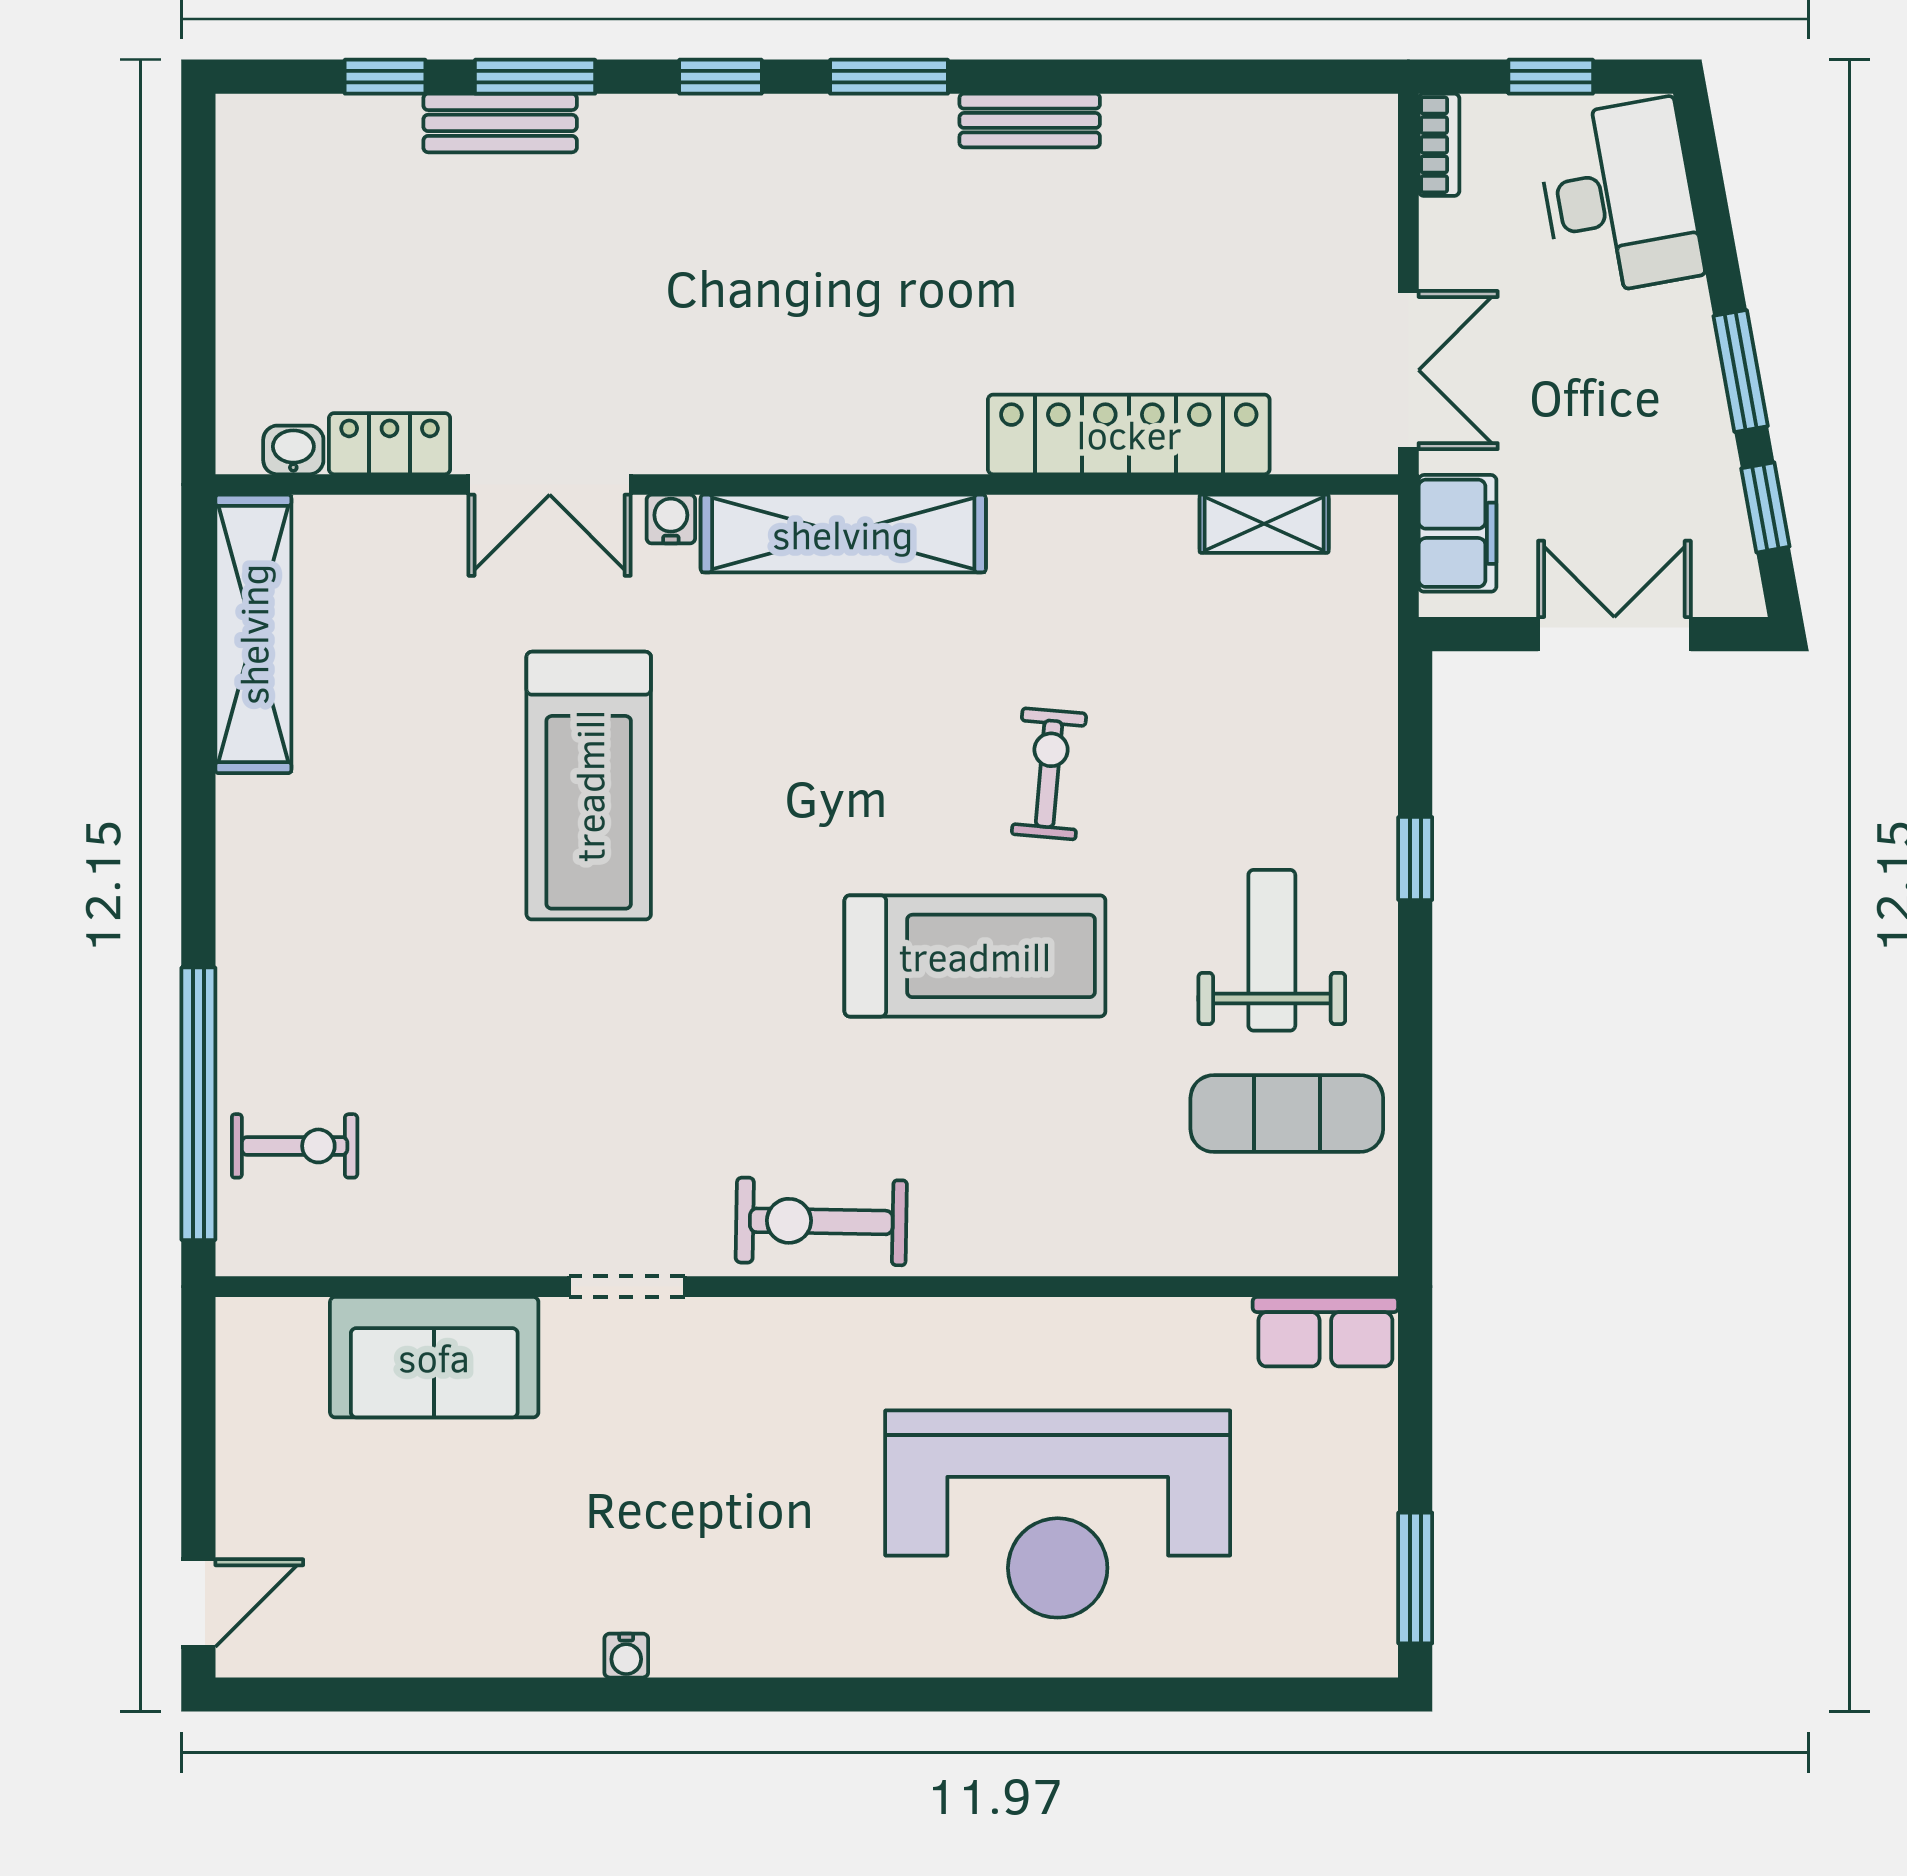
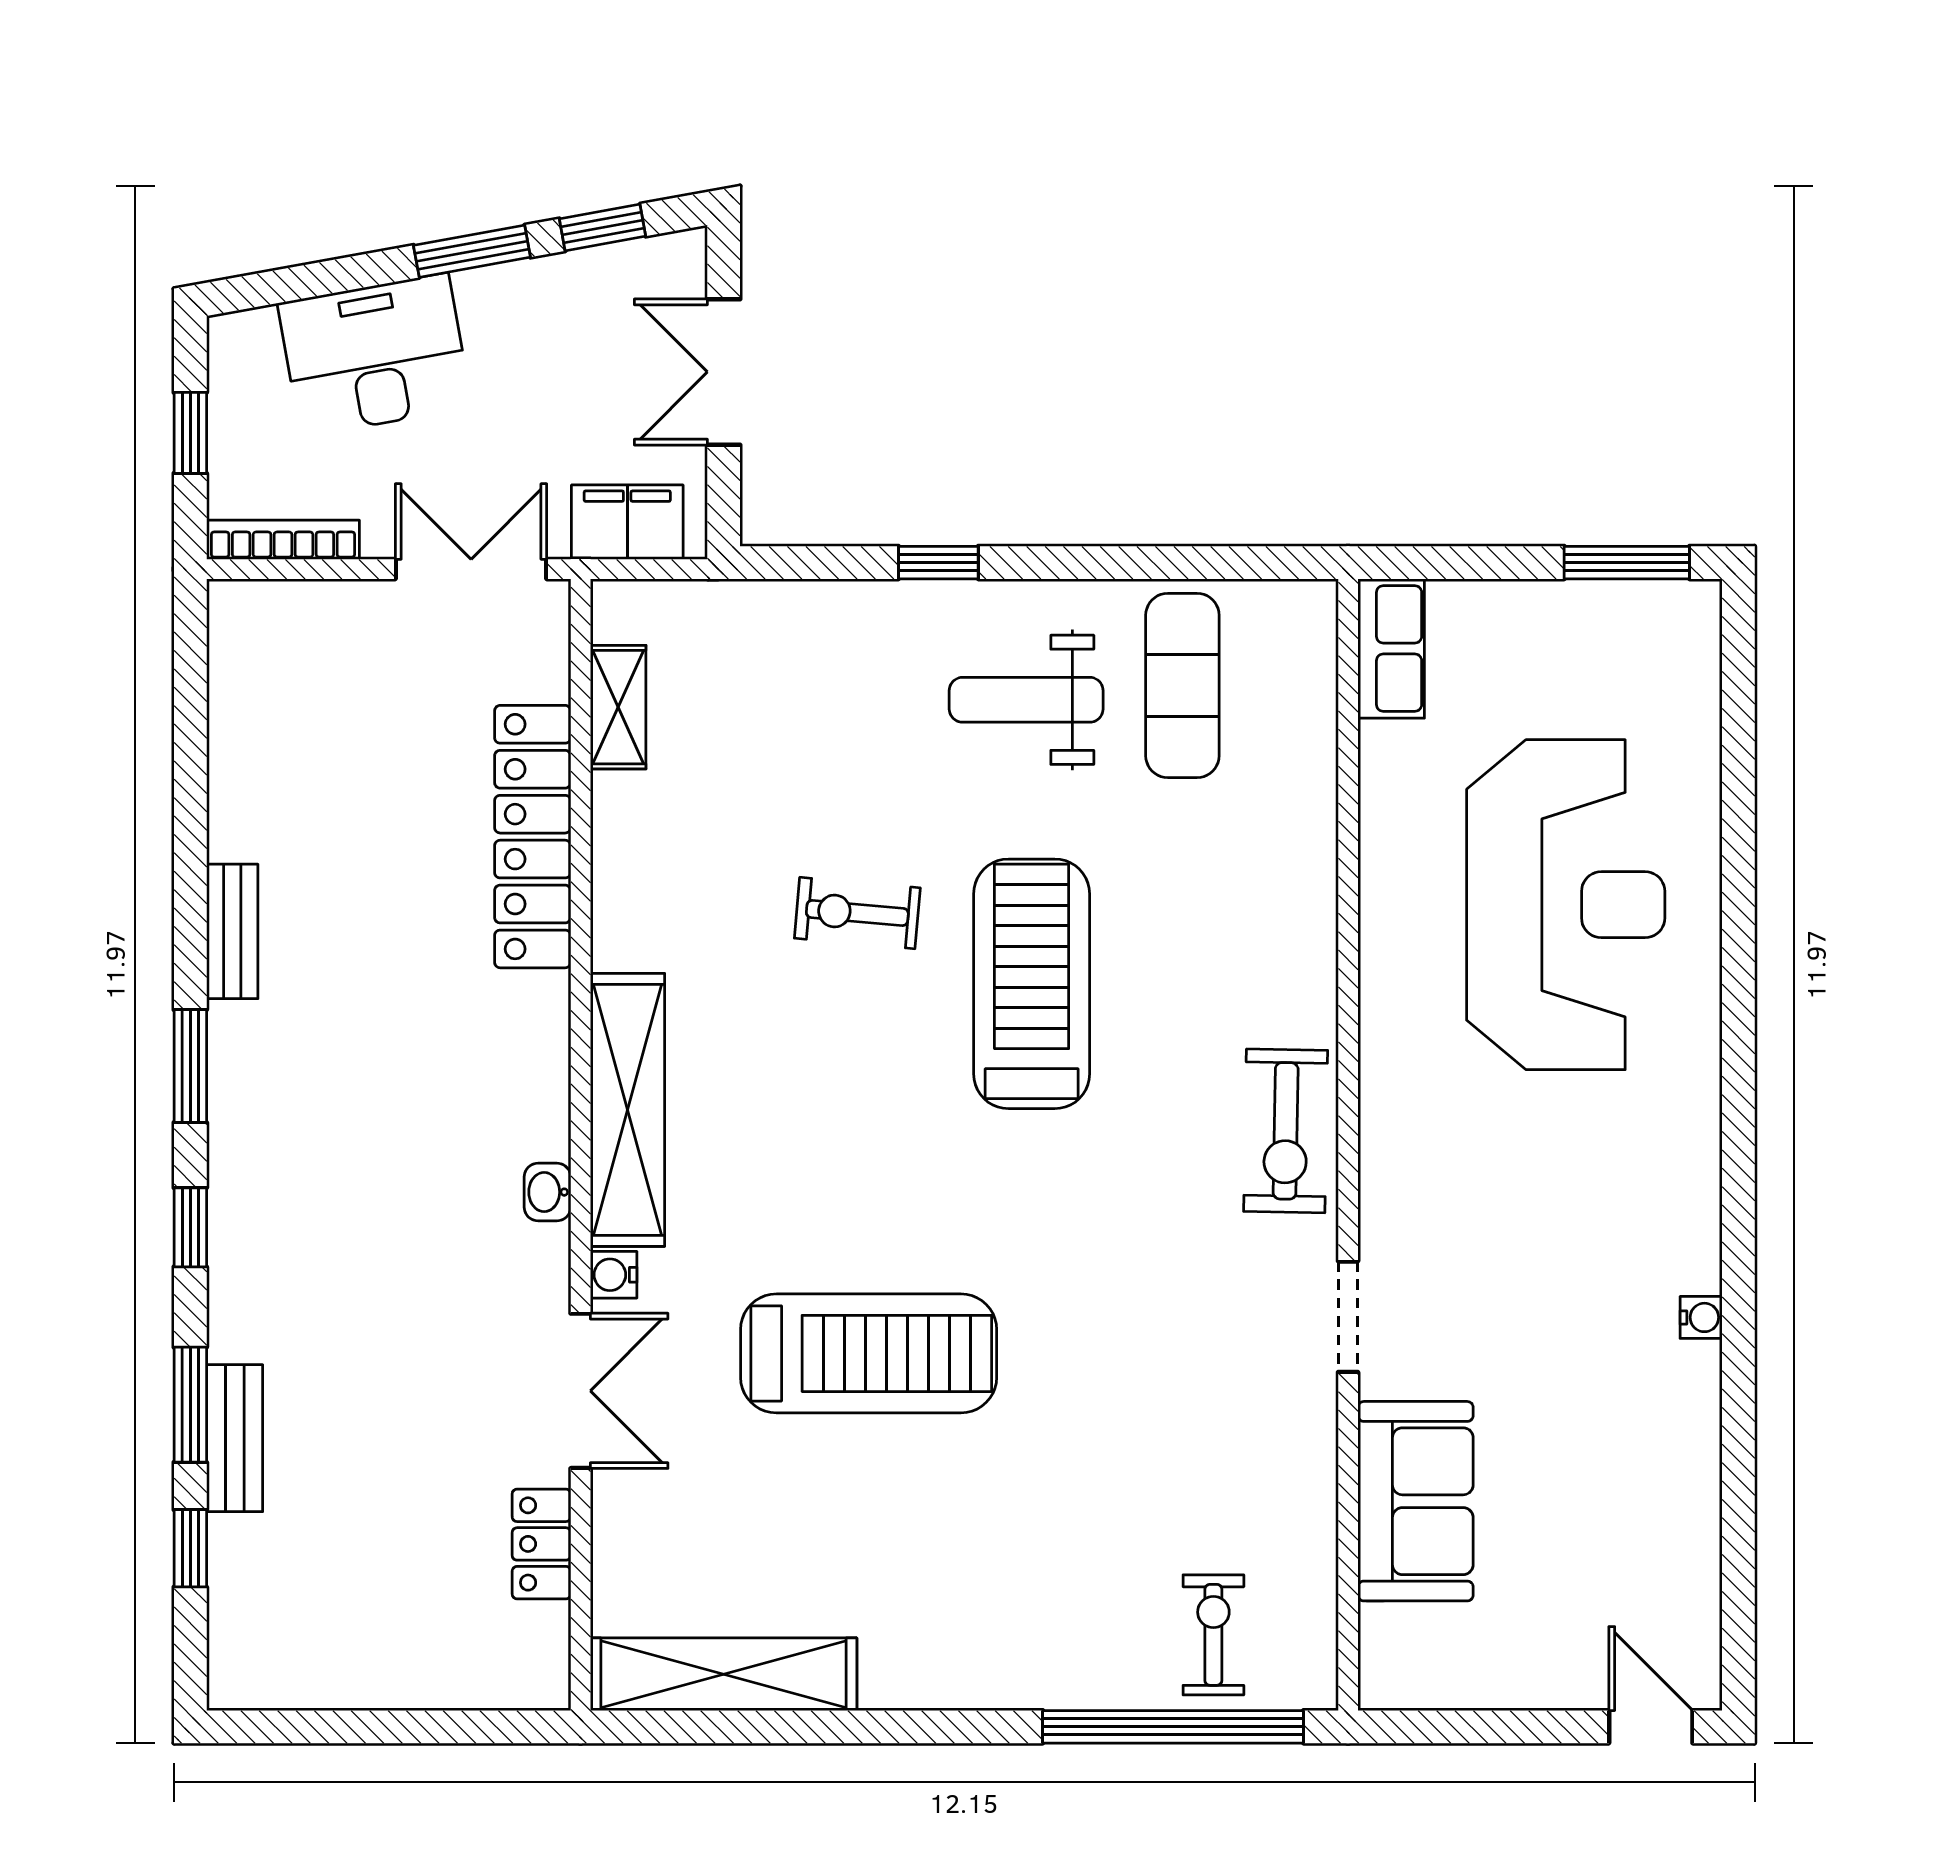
bookcase: (1439, 145) -> (283, 540), width x1.56
desk: (1619, 198) -> (375, 355), moved
washbasin: (293, 450) -> (547, 1192), moved

